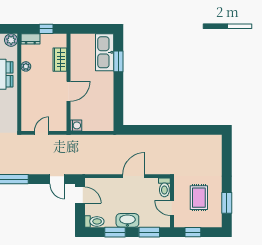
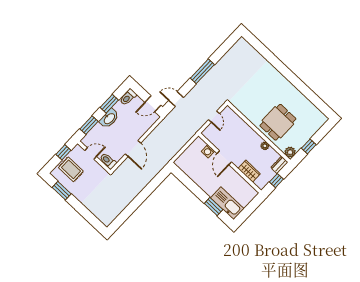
washing machine: (76, 125) -> (208, 151), moved
rug: (199, 198) -> (71, 169), moved

